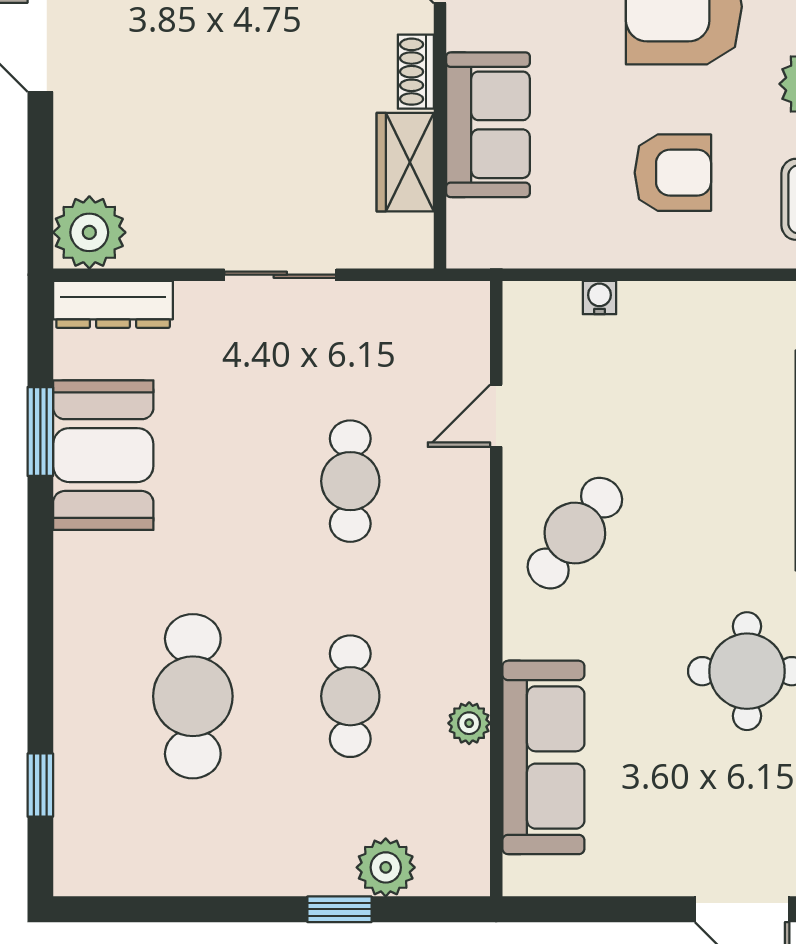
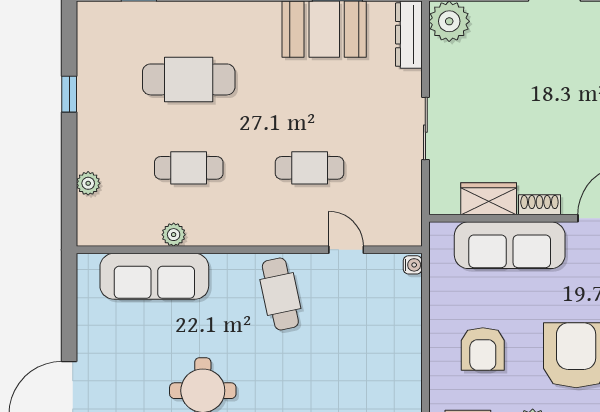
sofa: (488, 125) -> (510, 245), width x1.36
water cooler: (599, 298) -> (413, 265), moved
cafe table: (575, 533) -> (280, 294), turned 41
plant: (386, 867) -> (88, 183), width x0.73, depth x0.73
window: (339, 909) -> (69, 94), moved

